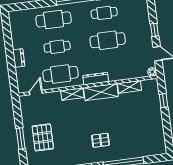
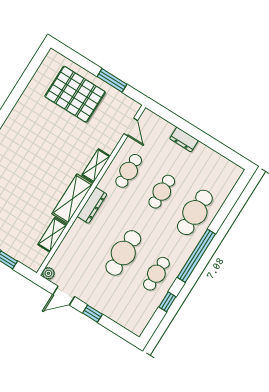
cafe table: (61, 74) -> (129, 171), width x0.73, depth x0.74
pallet: (43, 137) -> (75, 94), width x1.37, depth x1.41
window: (21, 139) -> (112, 80), moved
pallet: (101, 140) -> (20, 155), removed

